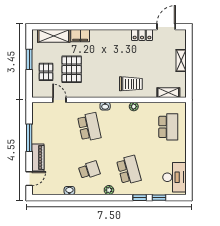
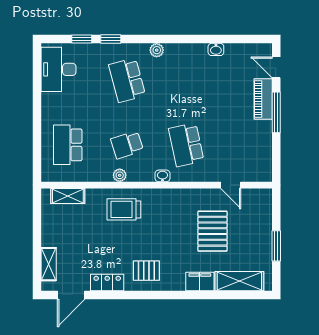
shelving: (181, 61) -> (49, 264), moved
pallet: (46, 72) -> (146, 271), moved, turned 90
window: (29, 138) -> (276, 112), moved
school desk: (89, 170) -> (127, 145), moved
door: (29, 179) -> (276, 67), hinge flipped

